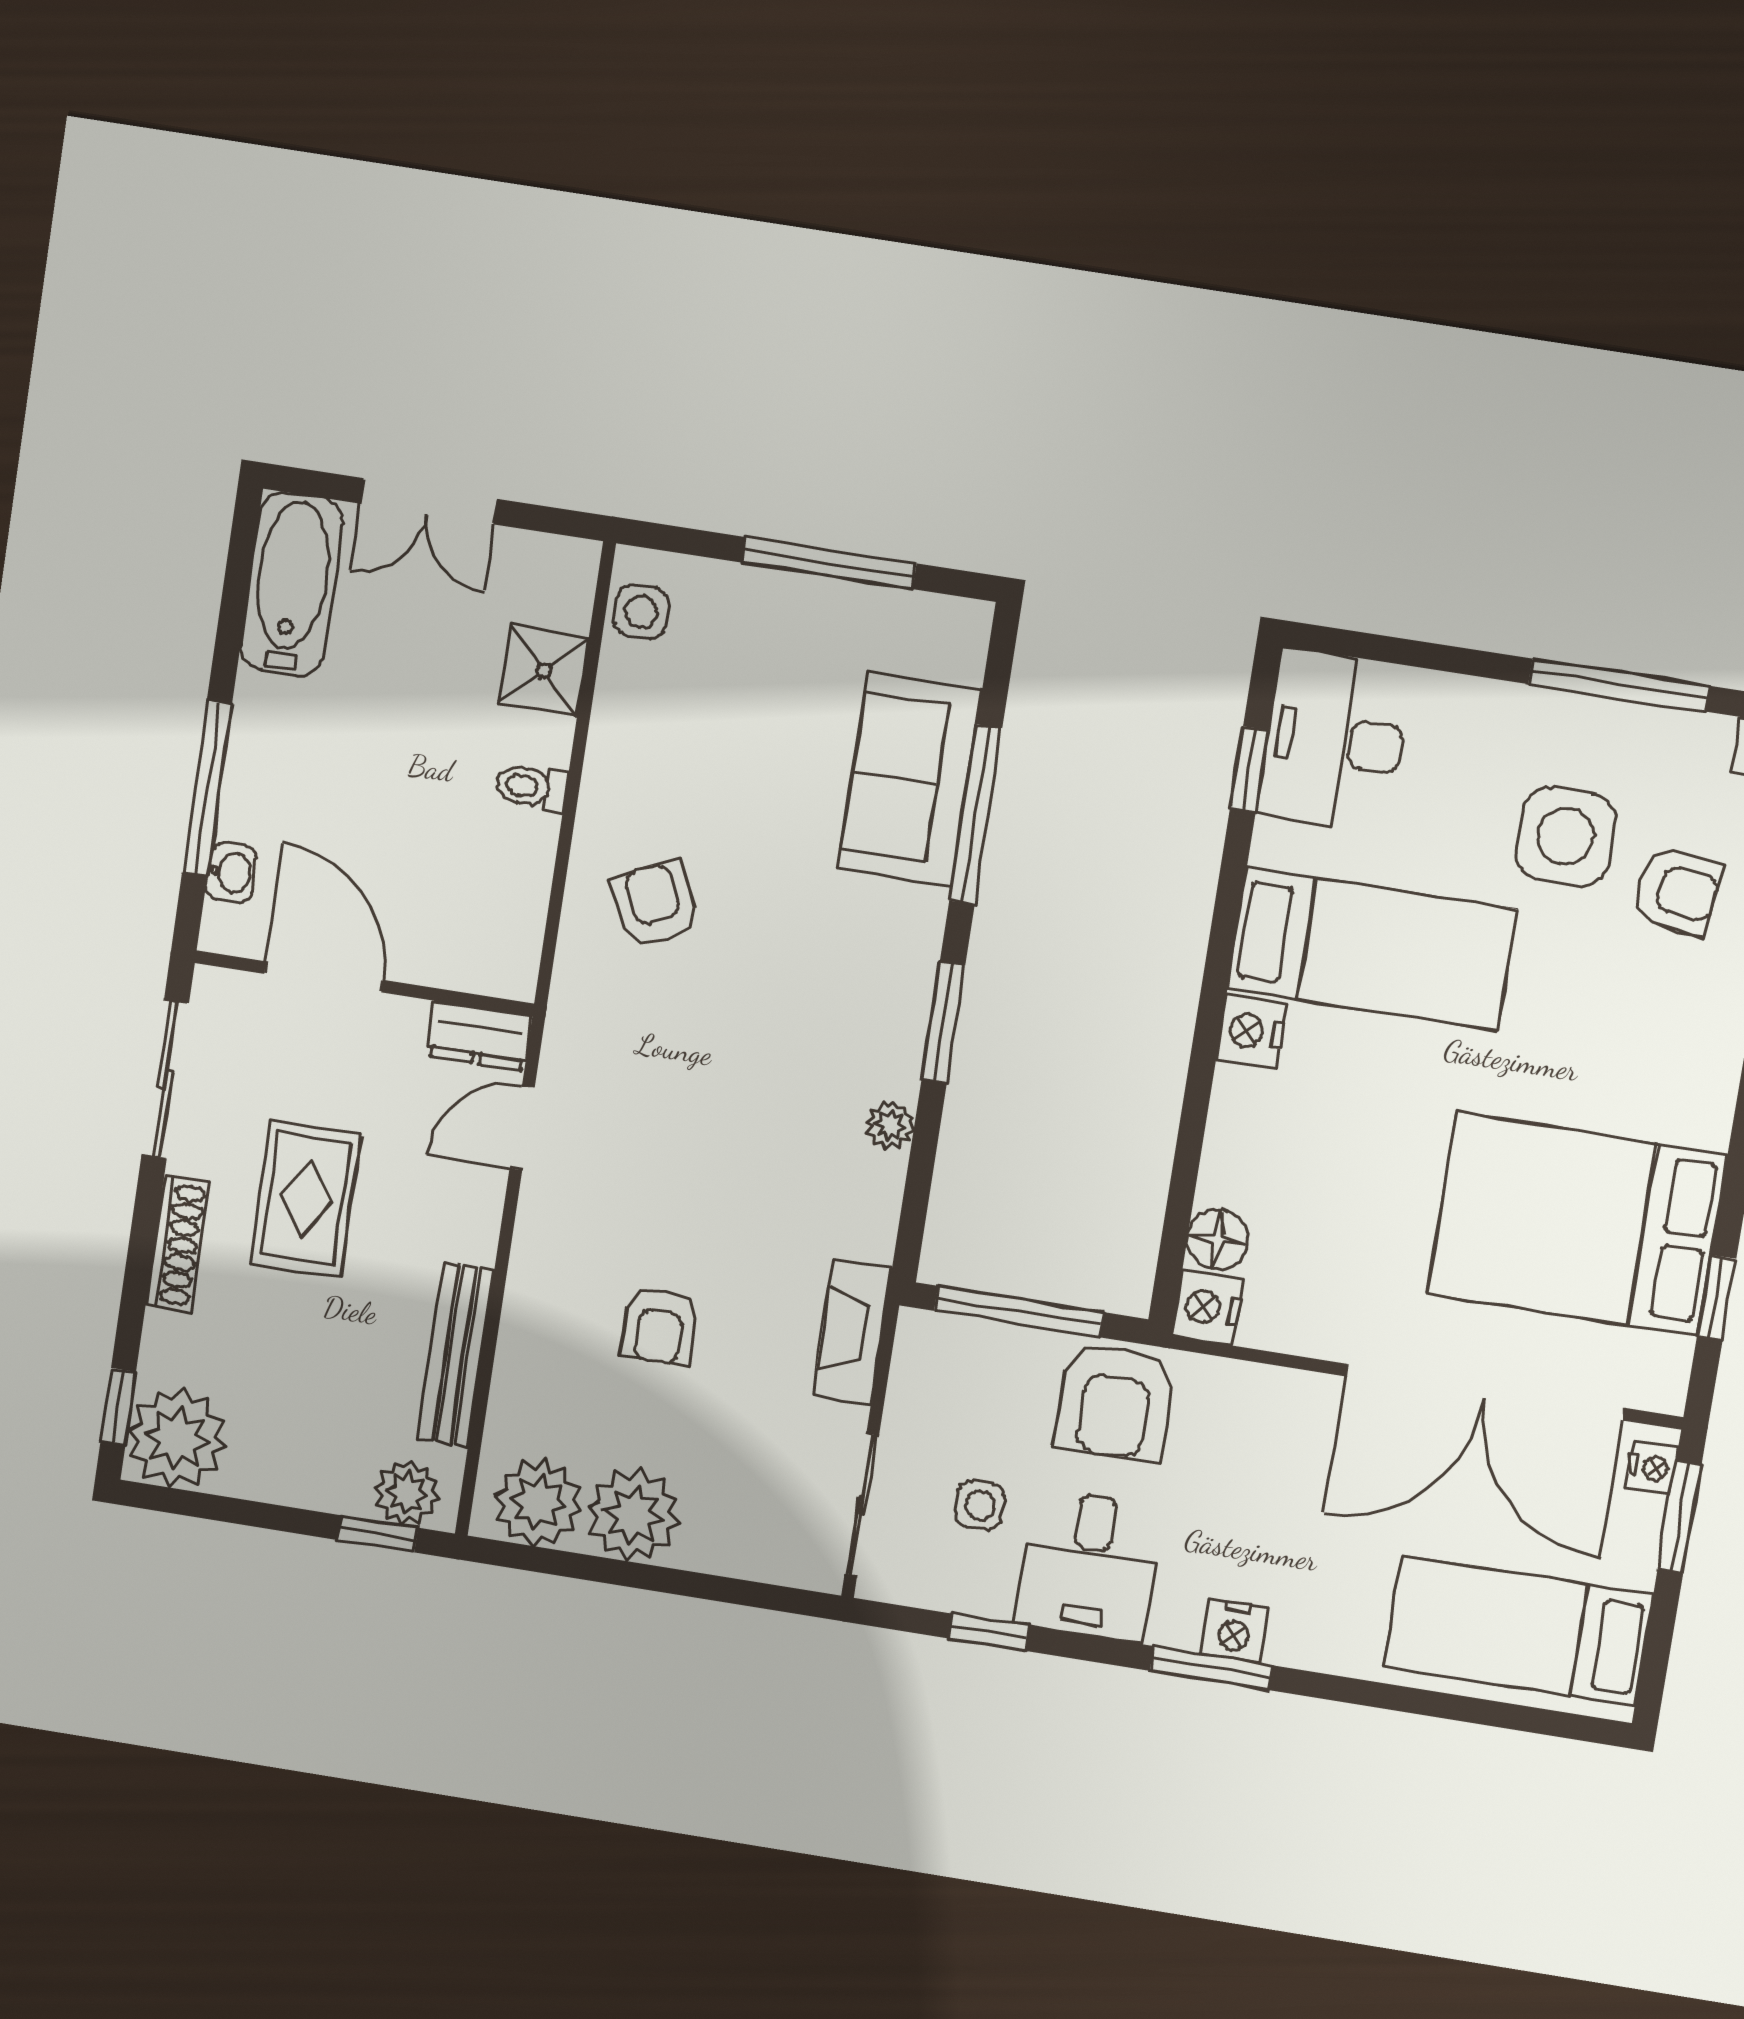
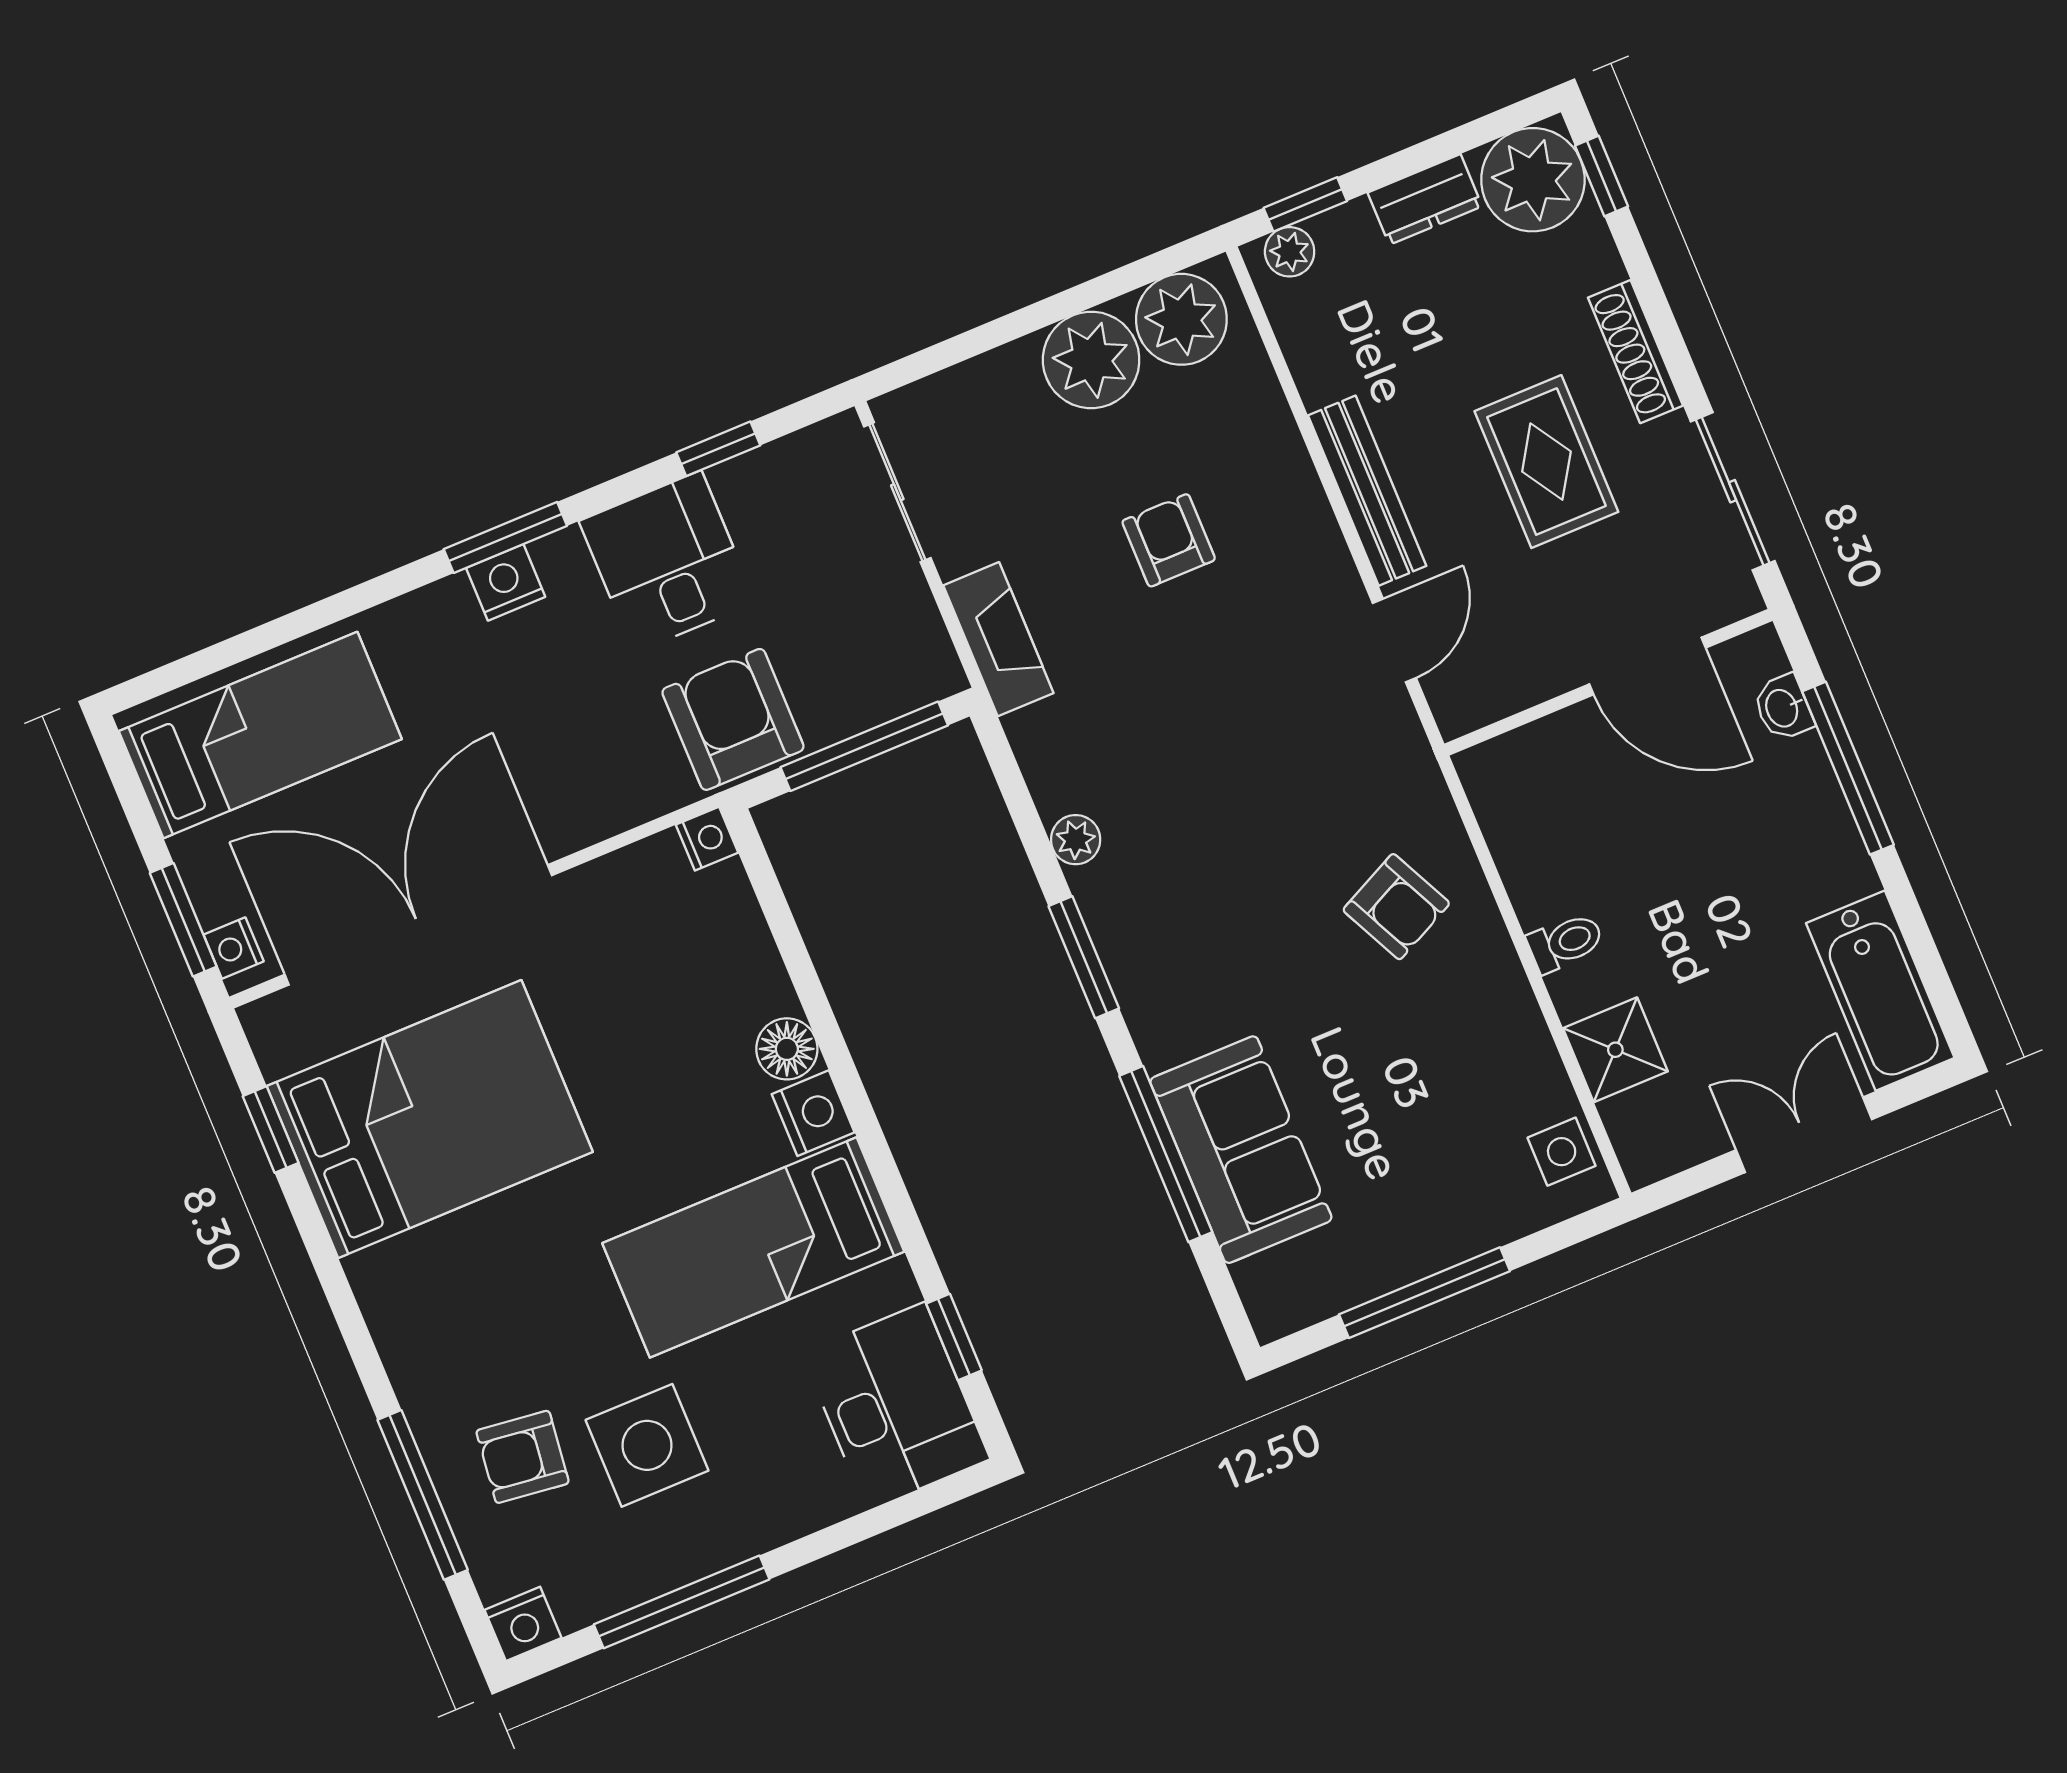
dresser: (480, 1036) -> (1425, 199), moved, turned 180
floor lamp: (1218, 1239) -> (787, 1049), moved
nightstand: (1208, 1307) -> (707, 839), width x0.72, depth x0.74
bench: (456, 1355) -> (1367, 491), moved
plant: (407, 1493) -> (1290, 252), width x0.73, depth x0.73
side table: (980, 1505) -> (794, 556), removed

